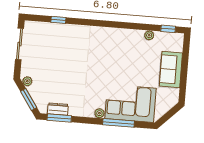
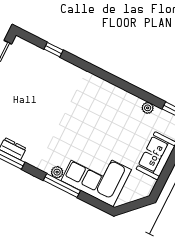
window: (119, 123) -> (62, 185), moved

